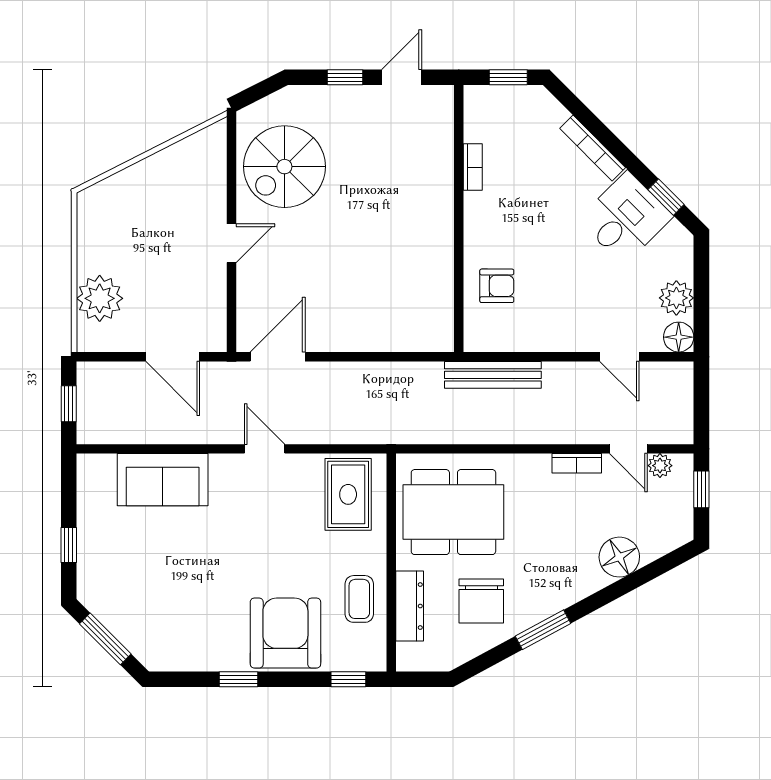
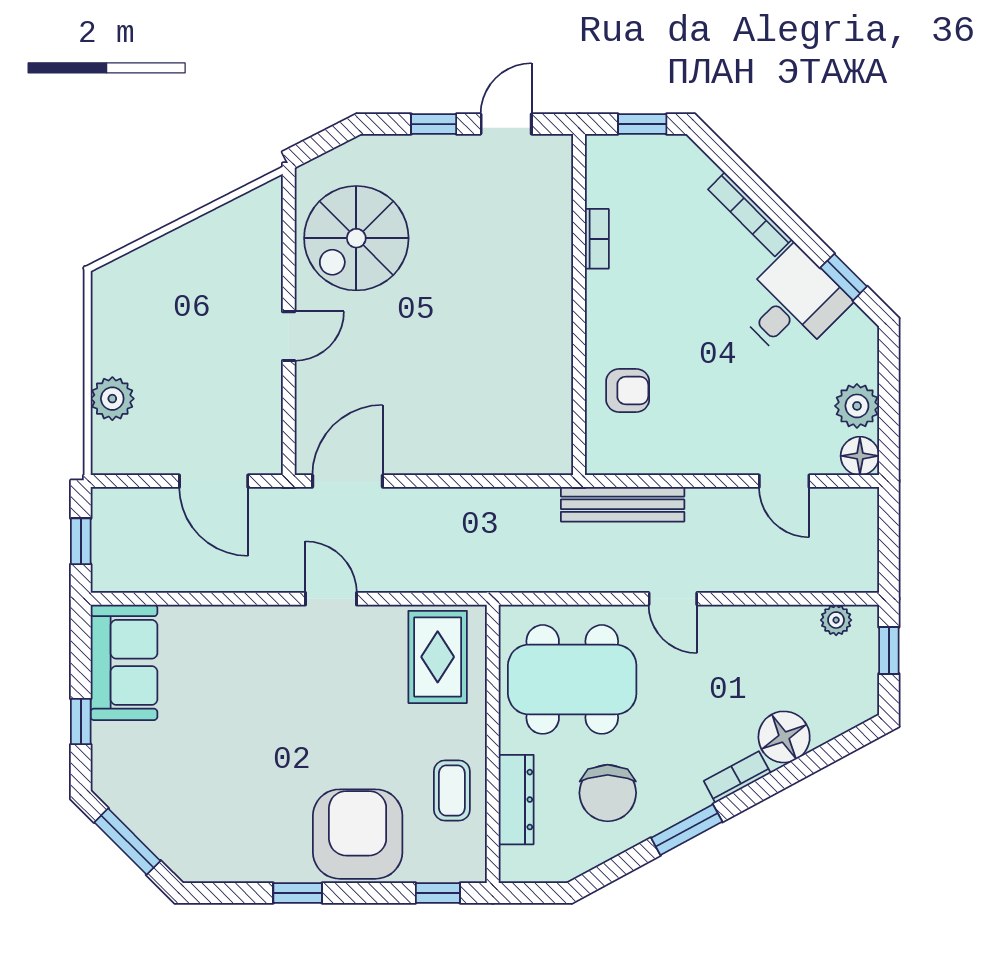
plant: (100, 298) -> (112, 399), width x0.73, depth x0.73
door: (628, 449) -> (673, 599), moved
bookcase: (577, 463) -> (737, 777), moved, turned 152
sofa: (163, 480) -> (124, 662), moved, turned -90

